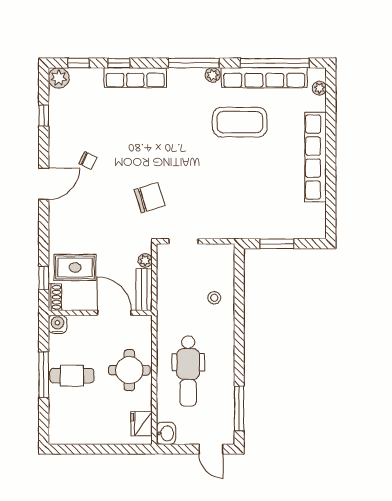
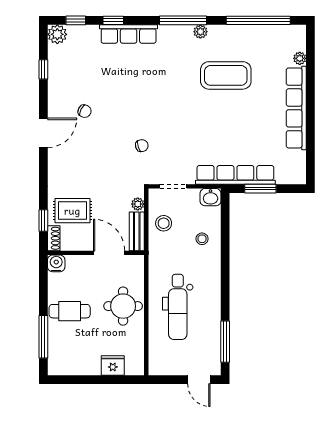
row of seats: (264, 78) -> (235, 175), moved, turned 180
plant: (319, 88) -> (300, 58), moved
chair: (149, 198) -> (142, 146), width x0.54, depth x0.54
stool: (173, 281) -> (164, 223), added
window: (44, 375) -> (43, 337), moved
fridge: (141, 424) -> (113, 365), moved, turned 90
washbasin: (166, 433) -> (211, 197), moved, turned 90

